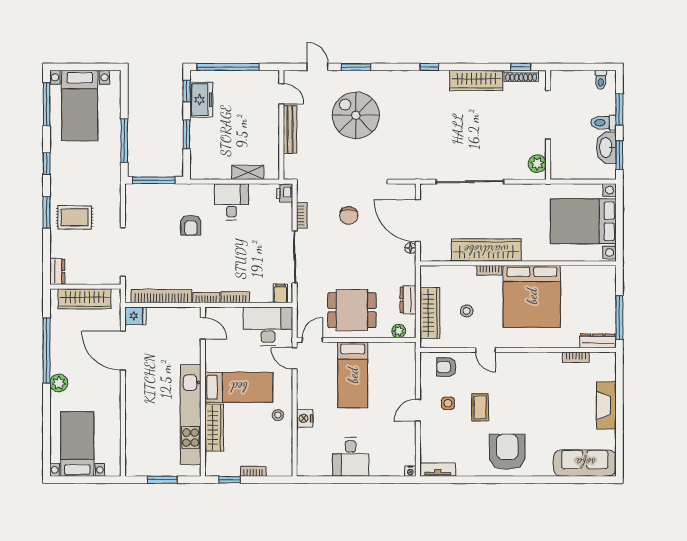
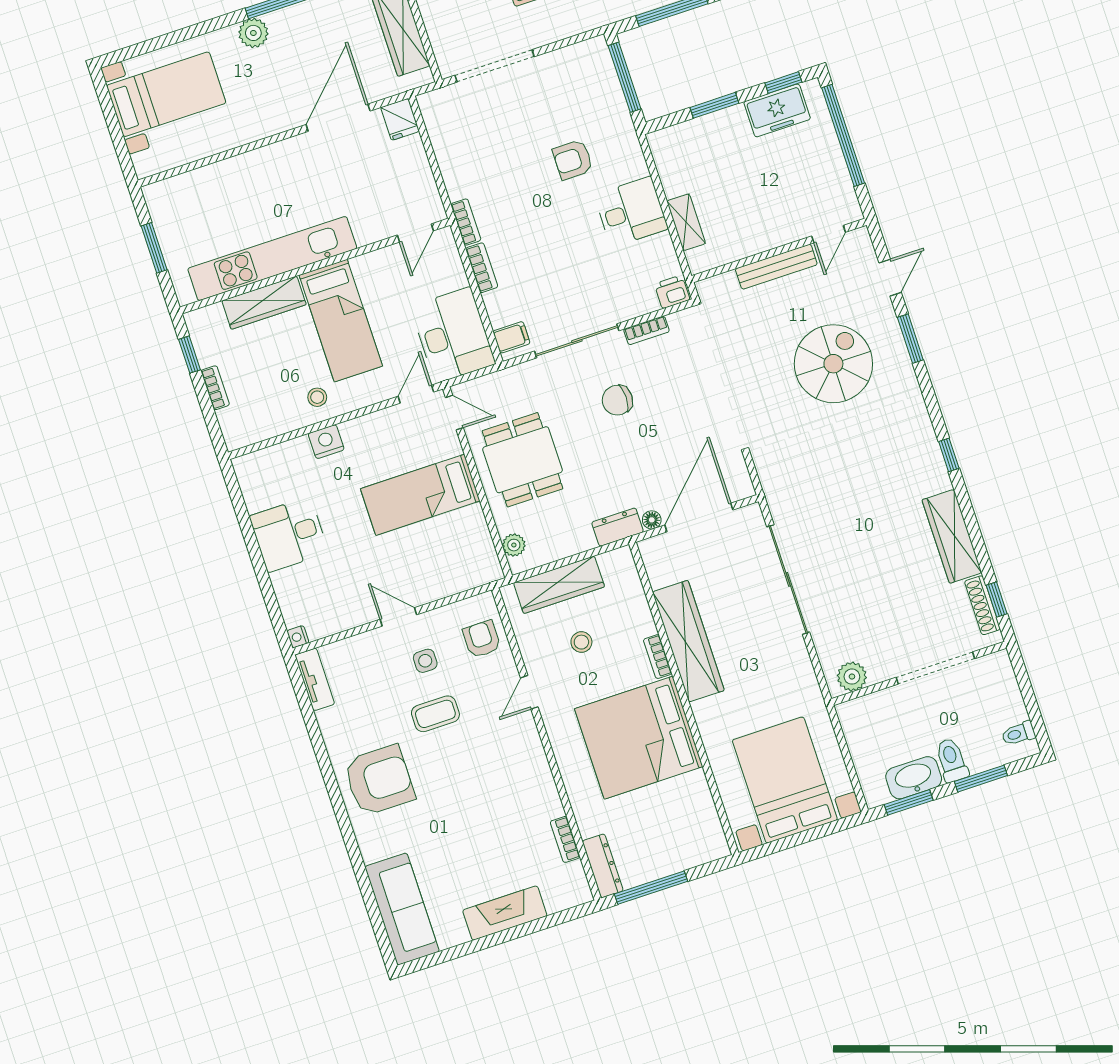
chair: (349, 216) -> (617, 400), moved
bookcase: (161, 296) -> (445, 150), removed
dresser: (408, 300) -> (618, 527), moved

